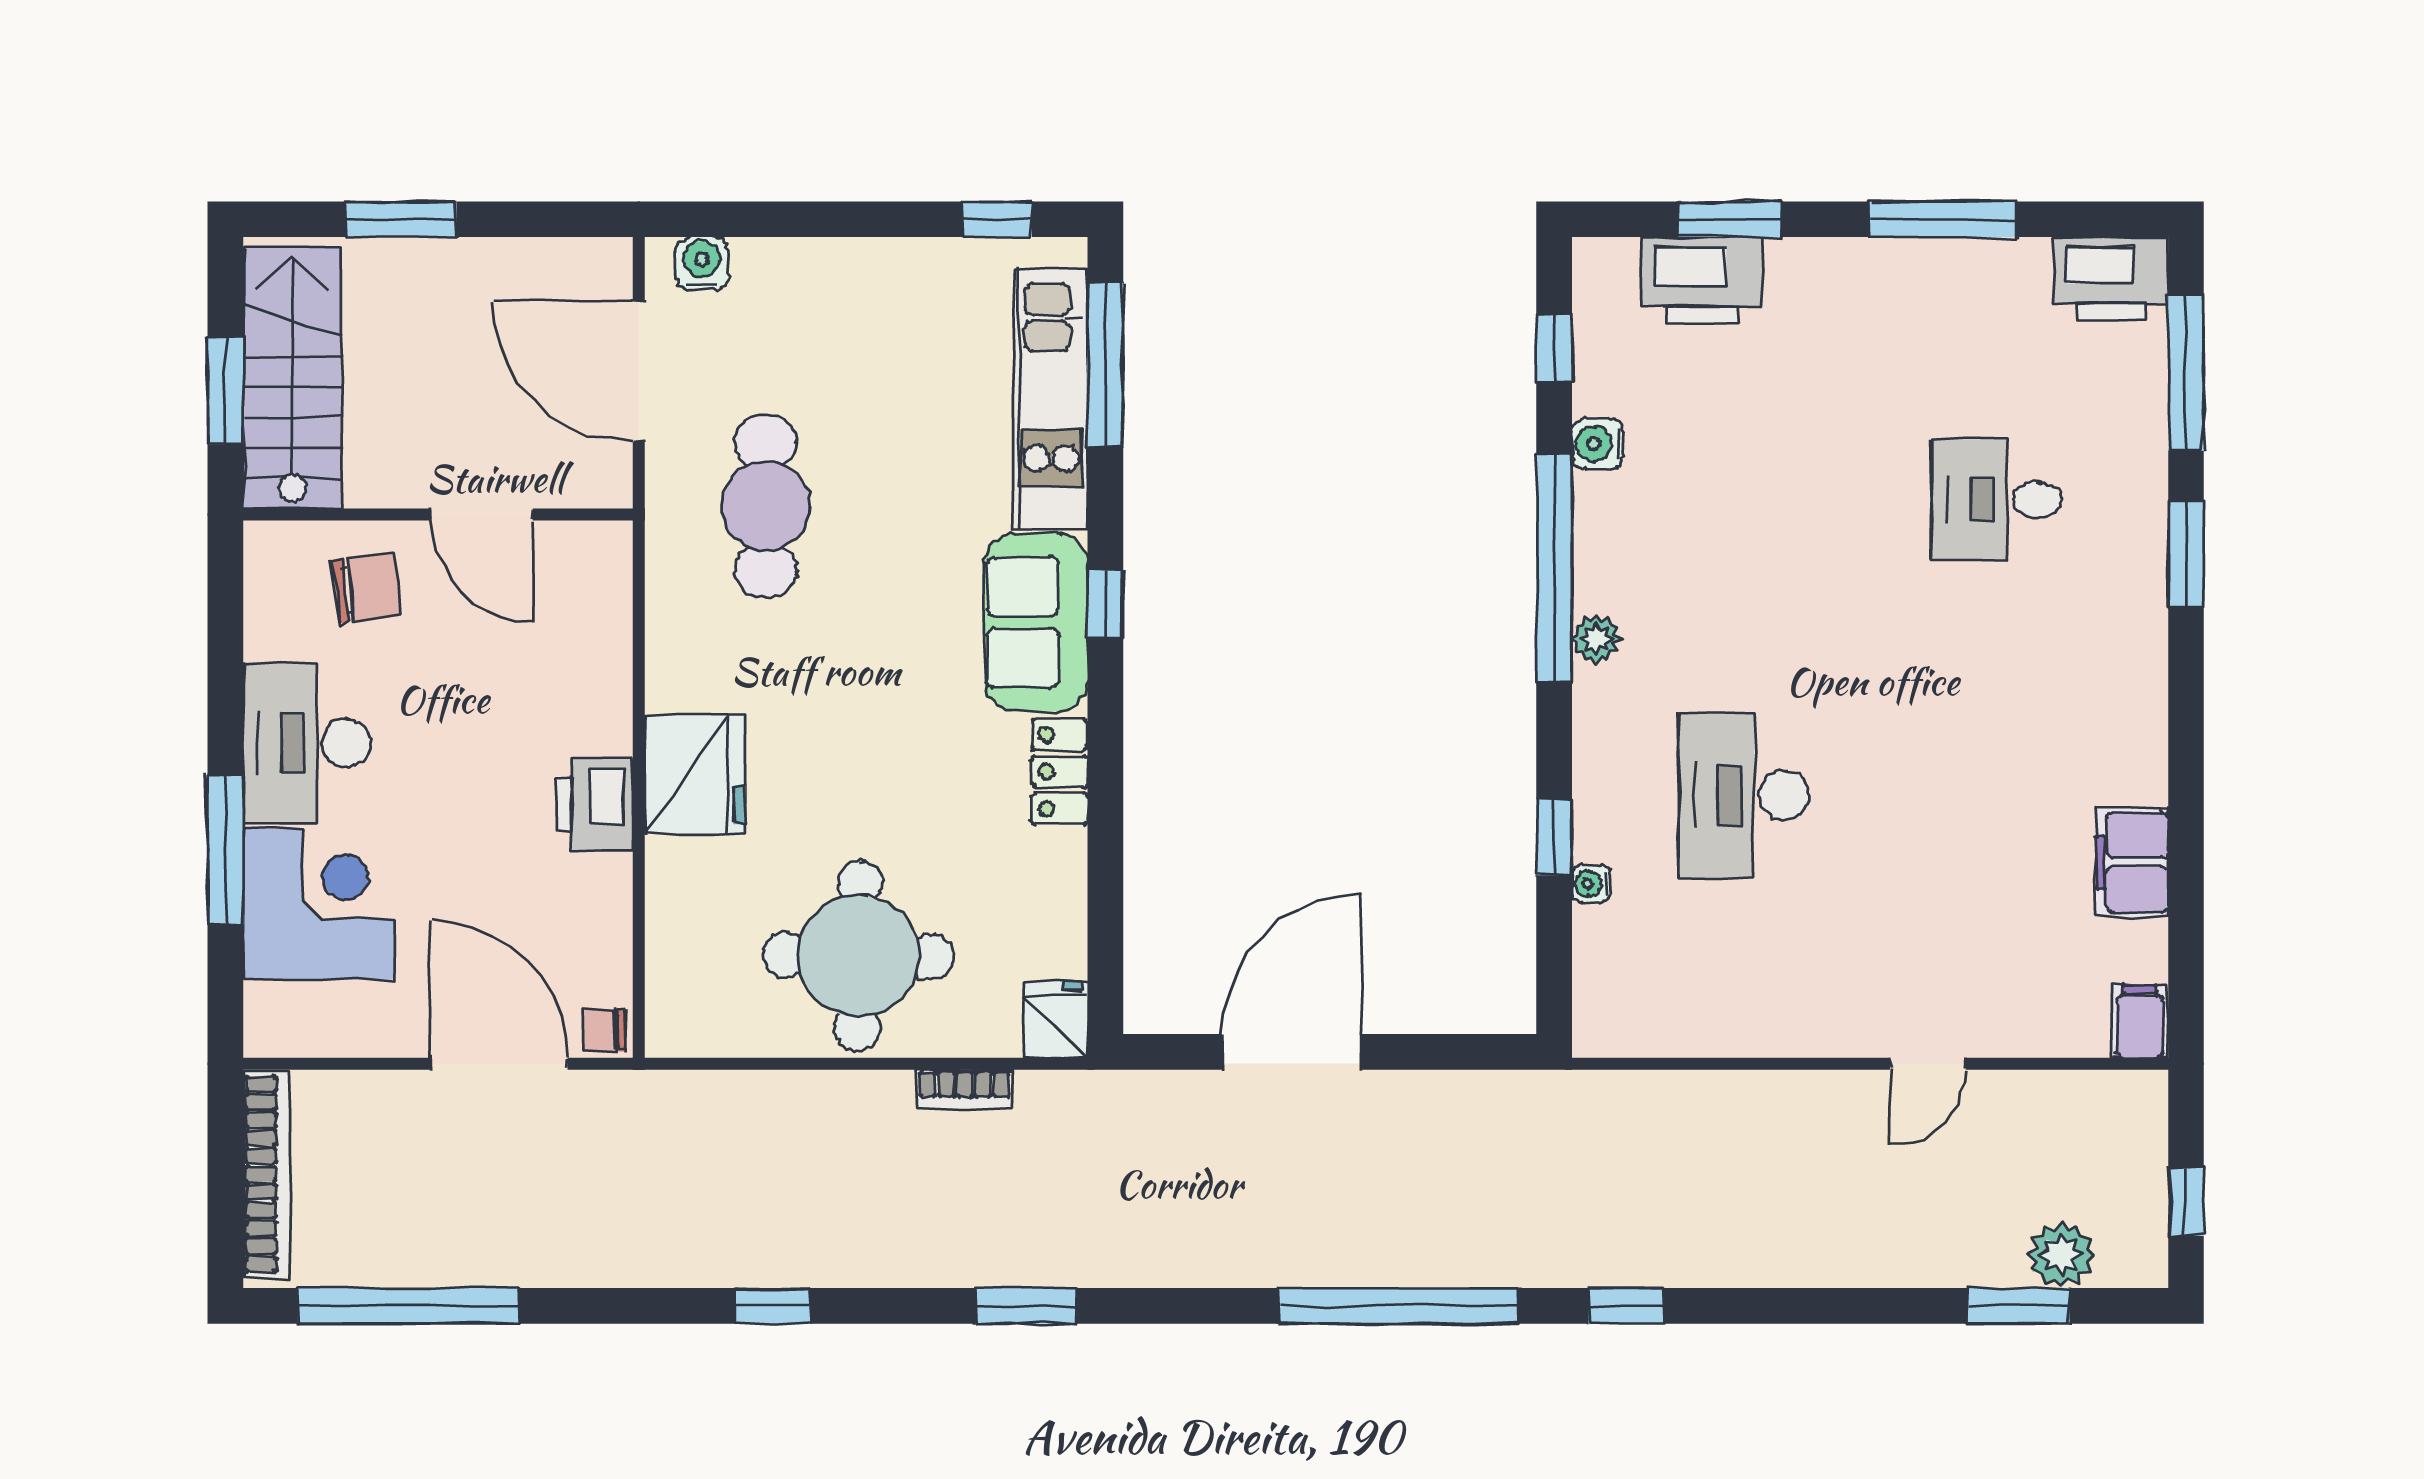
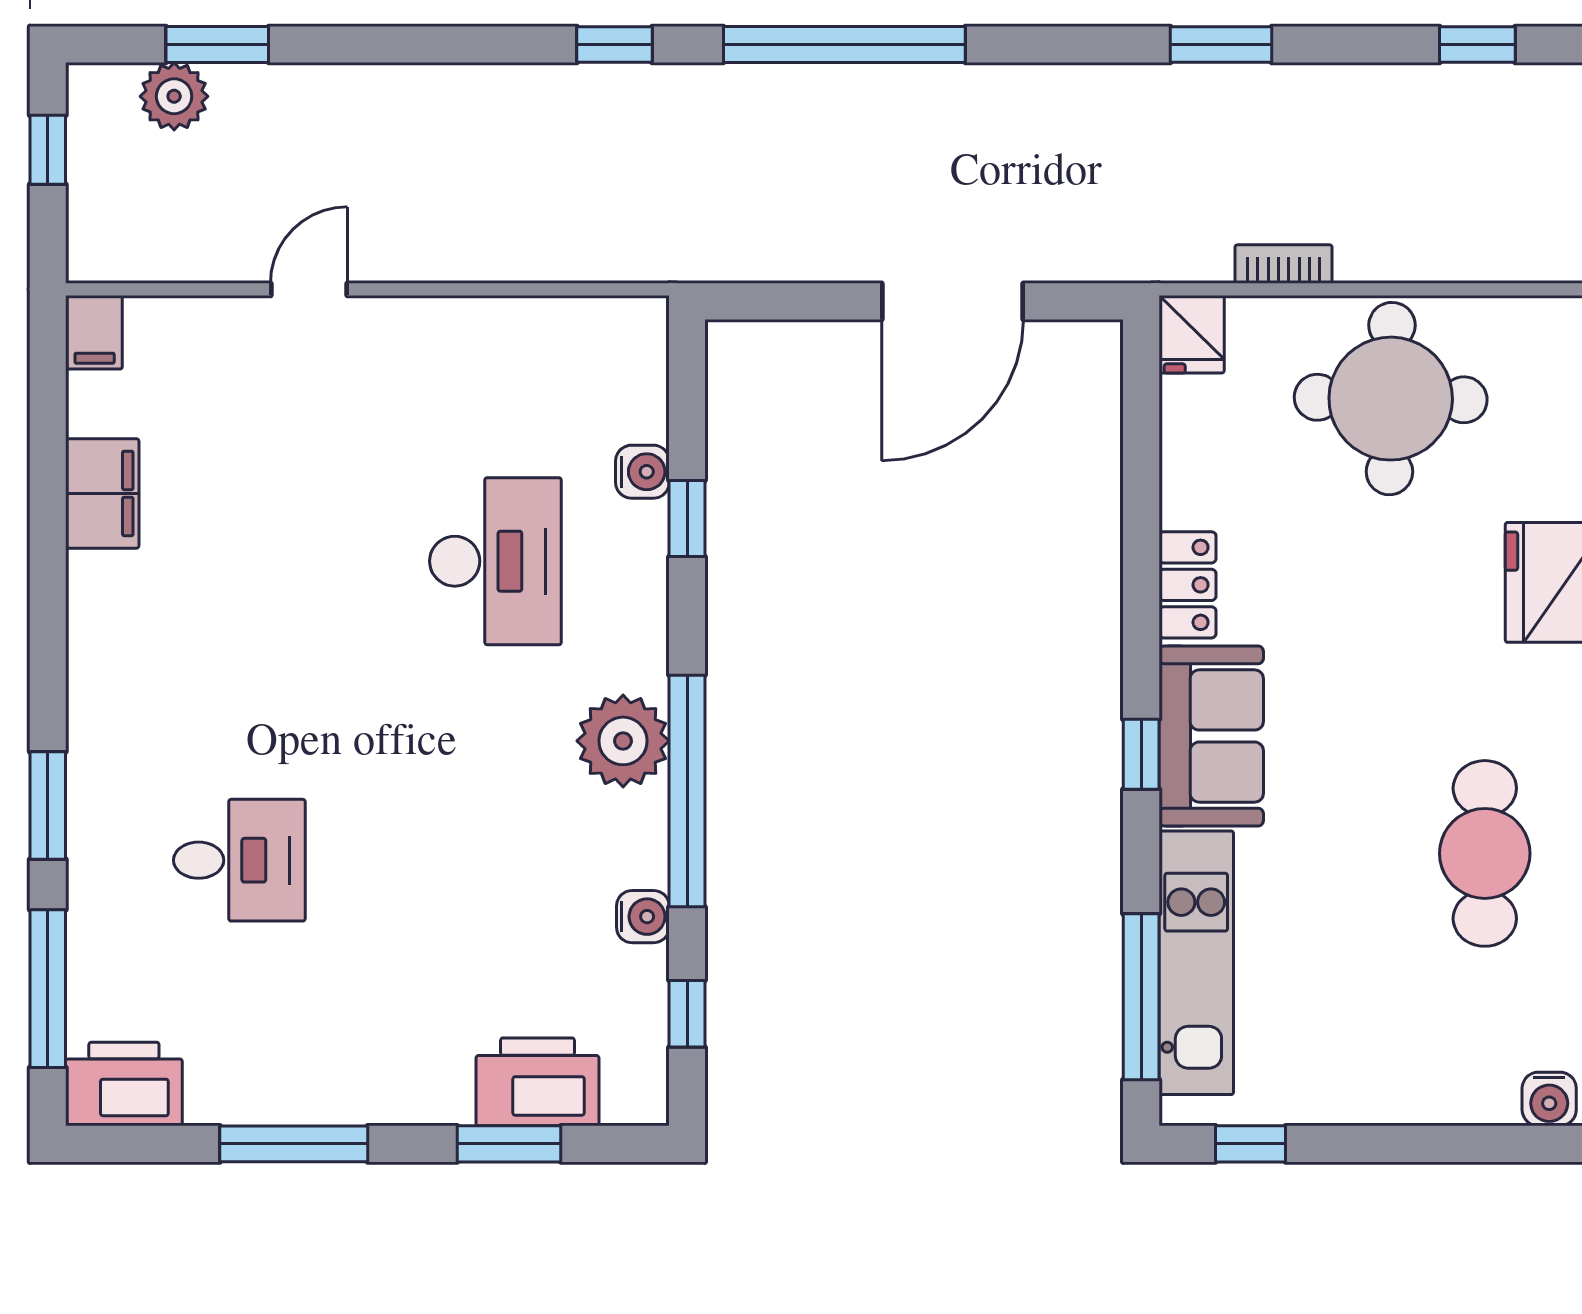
plant: (1596, 639) -> (623, 741), width x1.88, depth x1.88
water cooler: (1591, 884) -> (642, 472), width x1.38, depth x1.38

